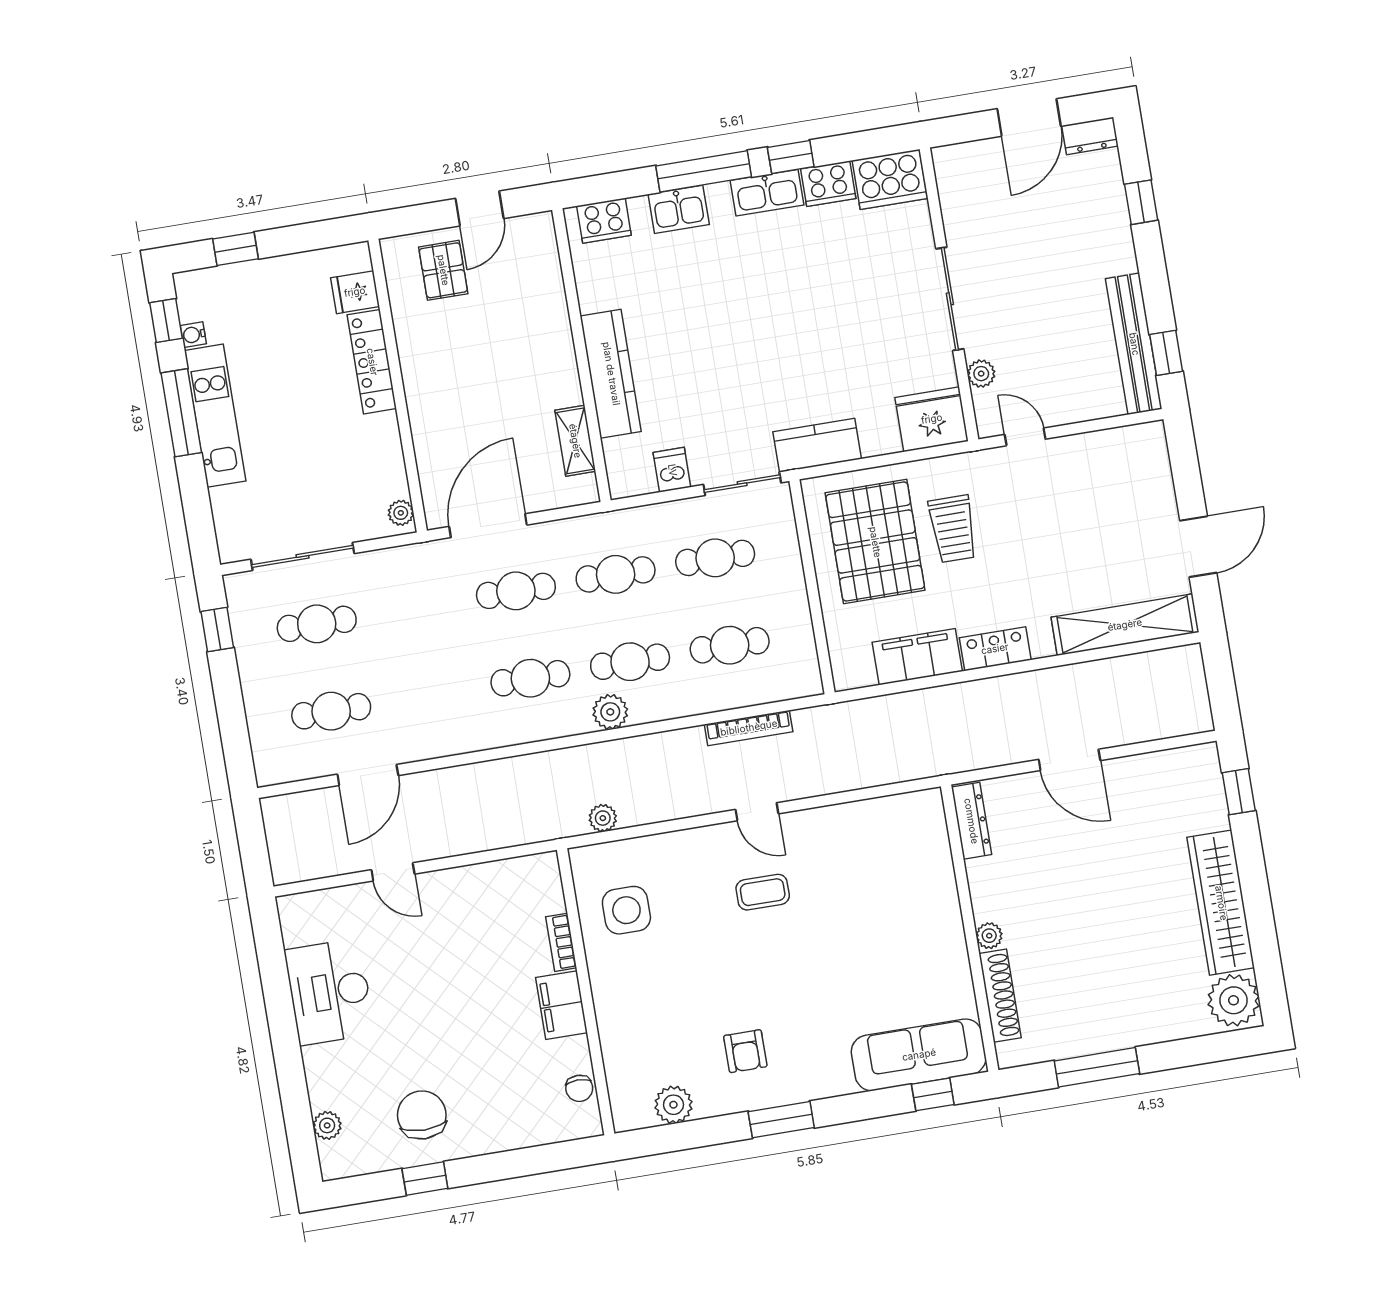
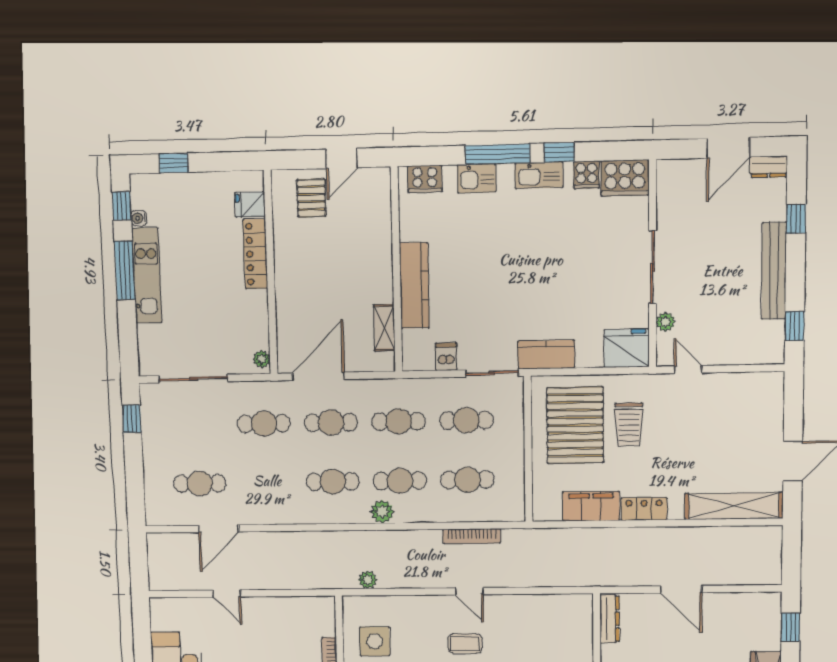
cooker: (828, 184) -> (586, 175), width x0.73
bench: (1134, 344) -> (774, 271), moved
cafe table: (317, 624) -> (264, 424), moved

